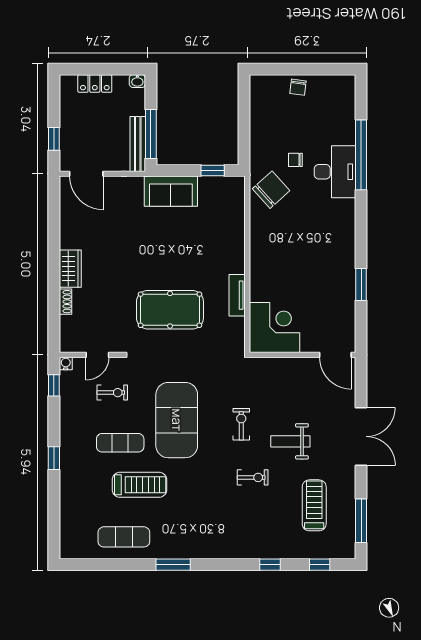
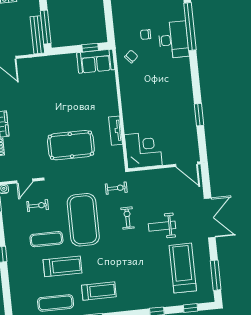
chair: (271, 190) -> (131, 56), width x0.54, depth x0.54
sofa: (171, 191) -> (96, 61), moved
exercise bike: (253, 477) -> (116, 188), moved
treadmill: (314, 505) -> (183, 268), width x1.37, depth x1.38
treadmill: (189, 526) -> (99, 291), added

